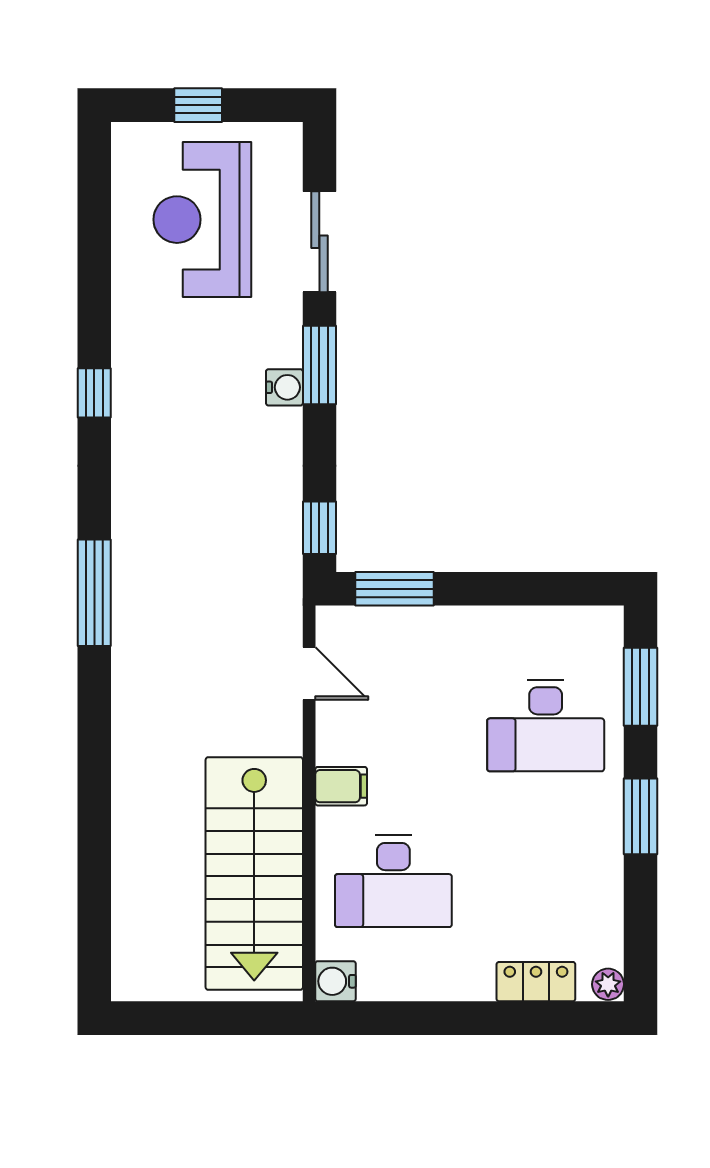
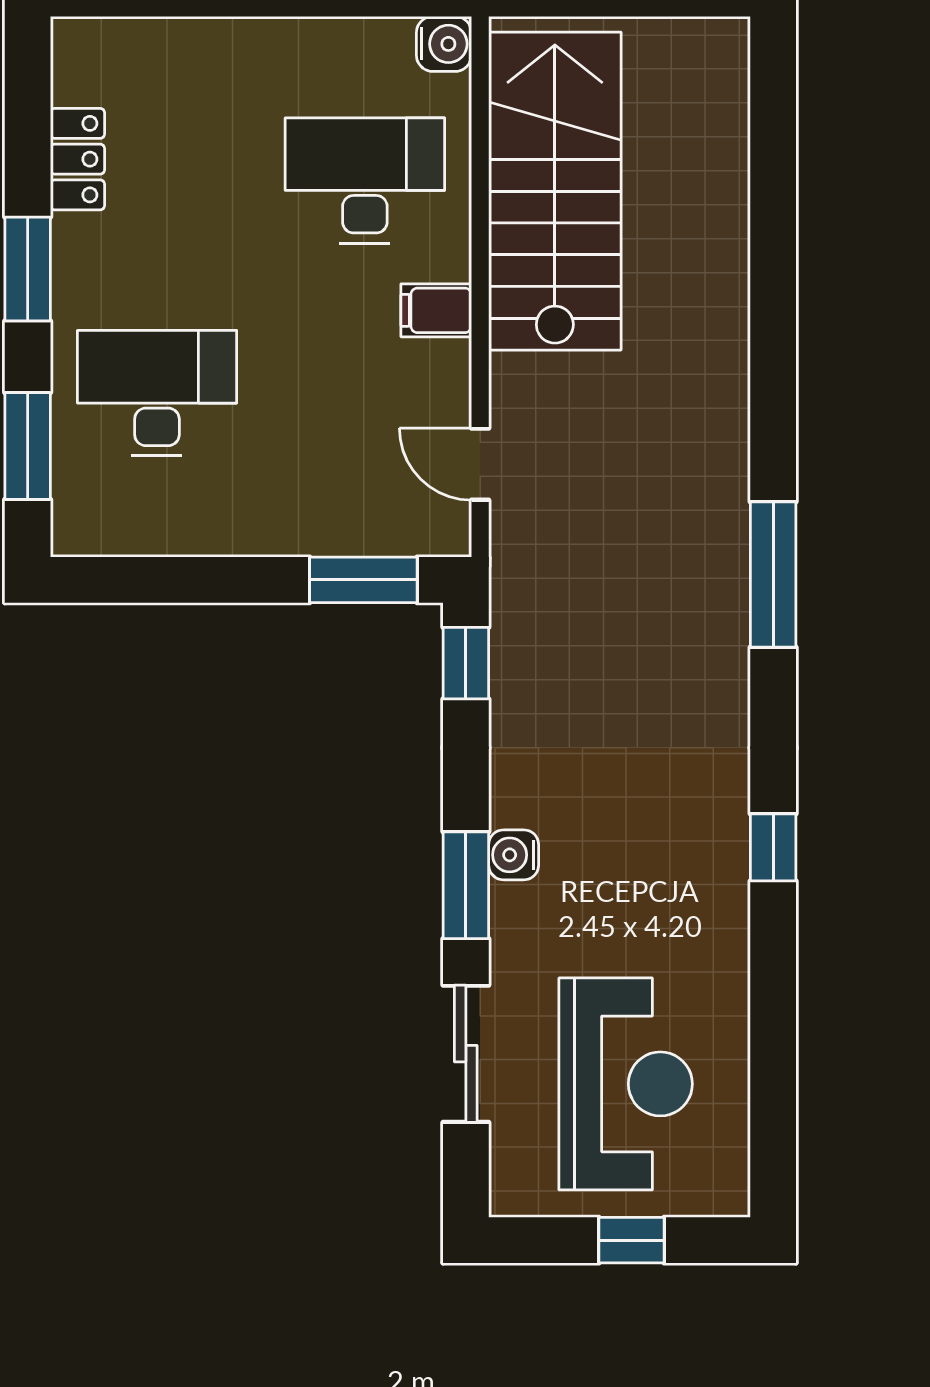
locker: (536, 982) -> (77, 159), moved, turned -90
plant: (608, 984) -> (72, 40), removed

